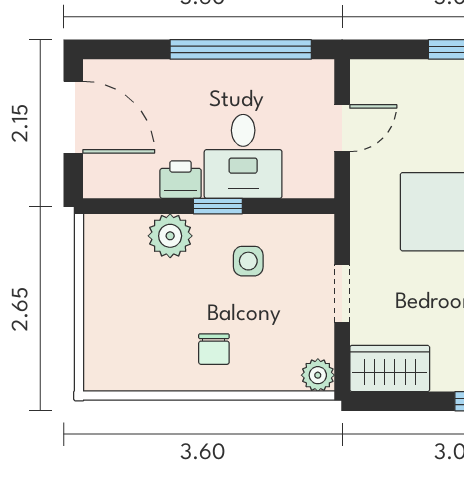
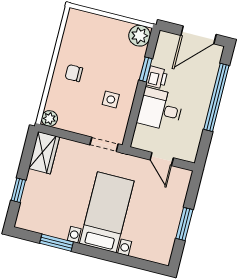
window: (241, 49) -> (216, 97), moved
window: (218, 206) -> (146, 69), moved
plant: (170, 236) -> (140, 36), moved
doorway: (342, 294) -> (104, 144), moved

